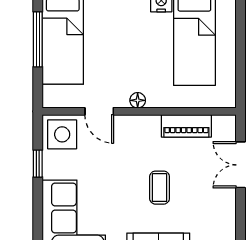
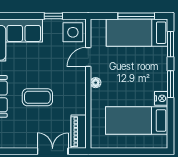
piano: (186, 126) -> (79, 132), moved
coffee table: (160, 188) -> (37, 97), width x1.36, depth x1.30

